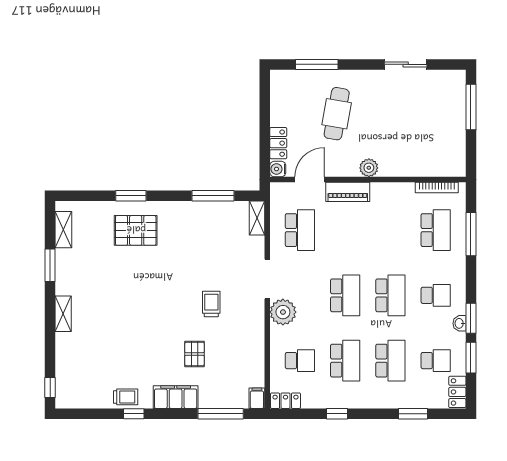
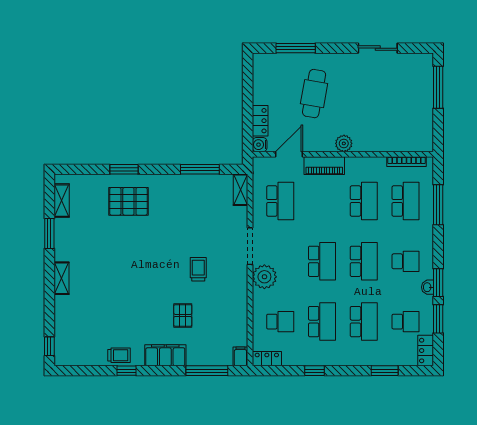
school desk: (390, 230) -> (364, 201), added

